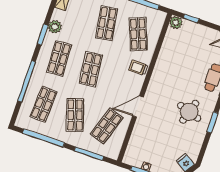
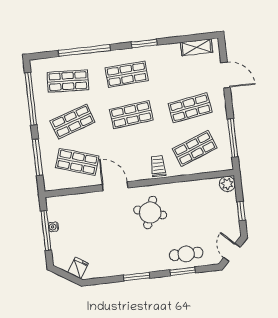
window: (191, 19) -> (241, 211), moved
plant: (55, 27) -> (159, 53), removed
round table: (189, 112) -> (150, 212), moved

